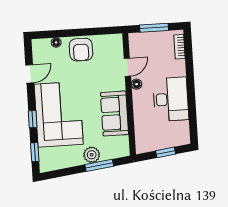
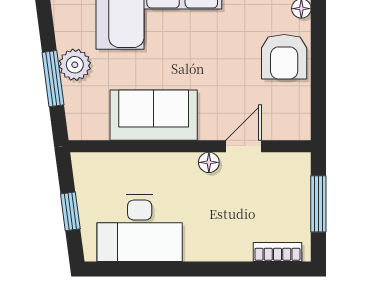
armchair: (81, 50) -> (284, 57), turned -90
door: (127, 67) -> (244, 146), swing flipped
desk: (171, 99) -> (140, 228), moved

